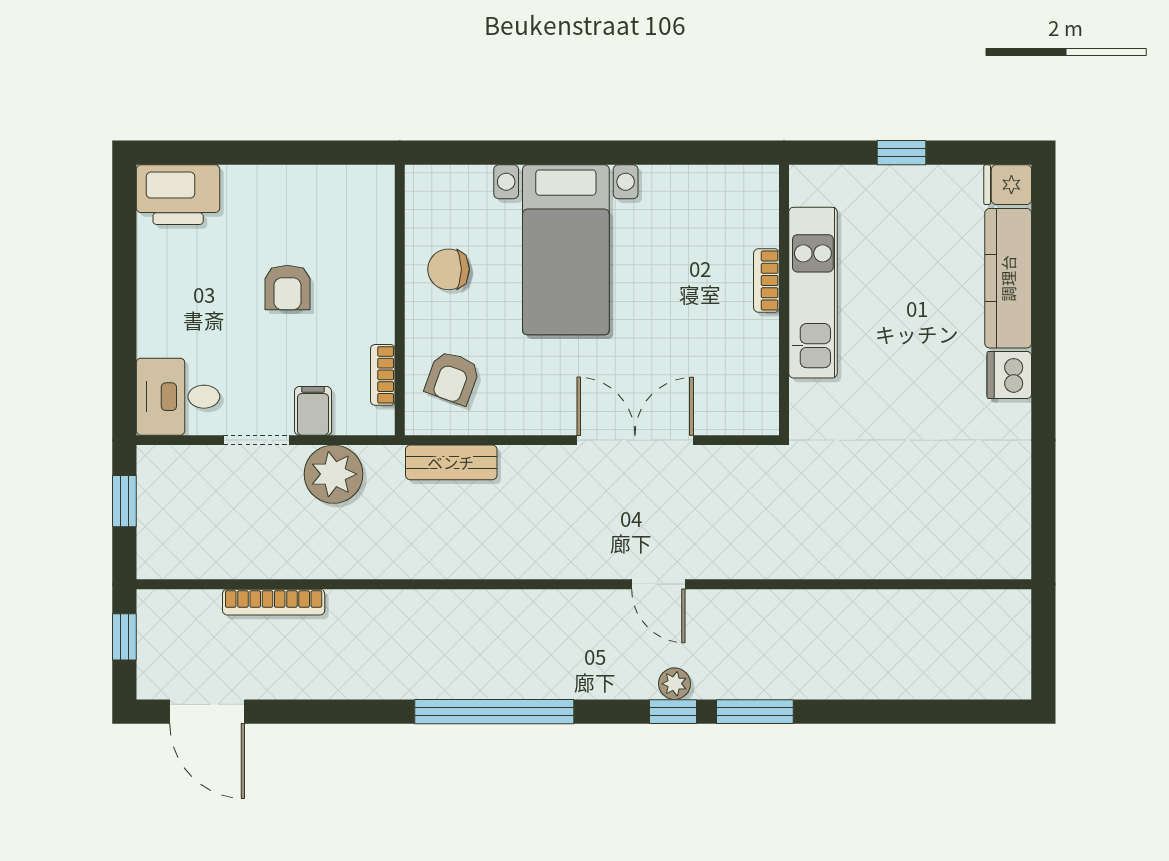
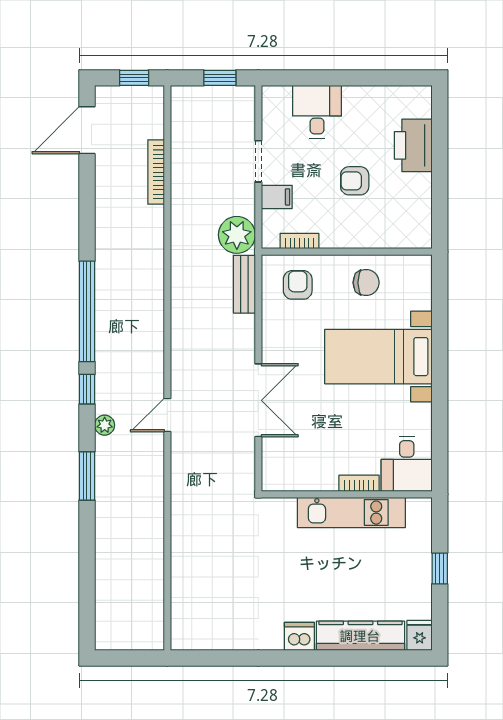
printer: (178, 195) -> (413, 145), moved
desk: (736, 205) -> (407, 464), added
chair: (449, 269) -> (366, 283), turned 90
armchair: (452, 378) -> (298, 285), turned 70
desk: (178, 397) -> (317, 112), moved
plant: (333, 474) -> (237, 235), moved
window: (673, 712) -> (87, 389), moved

